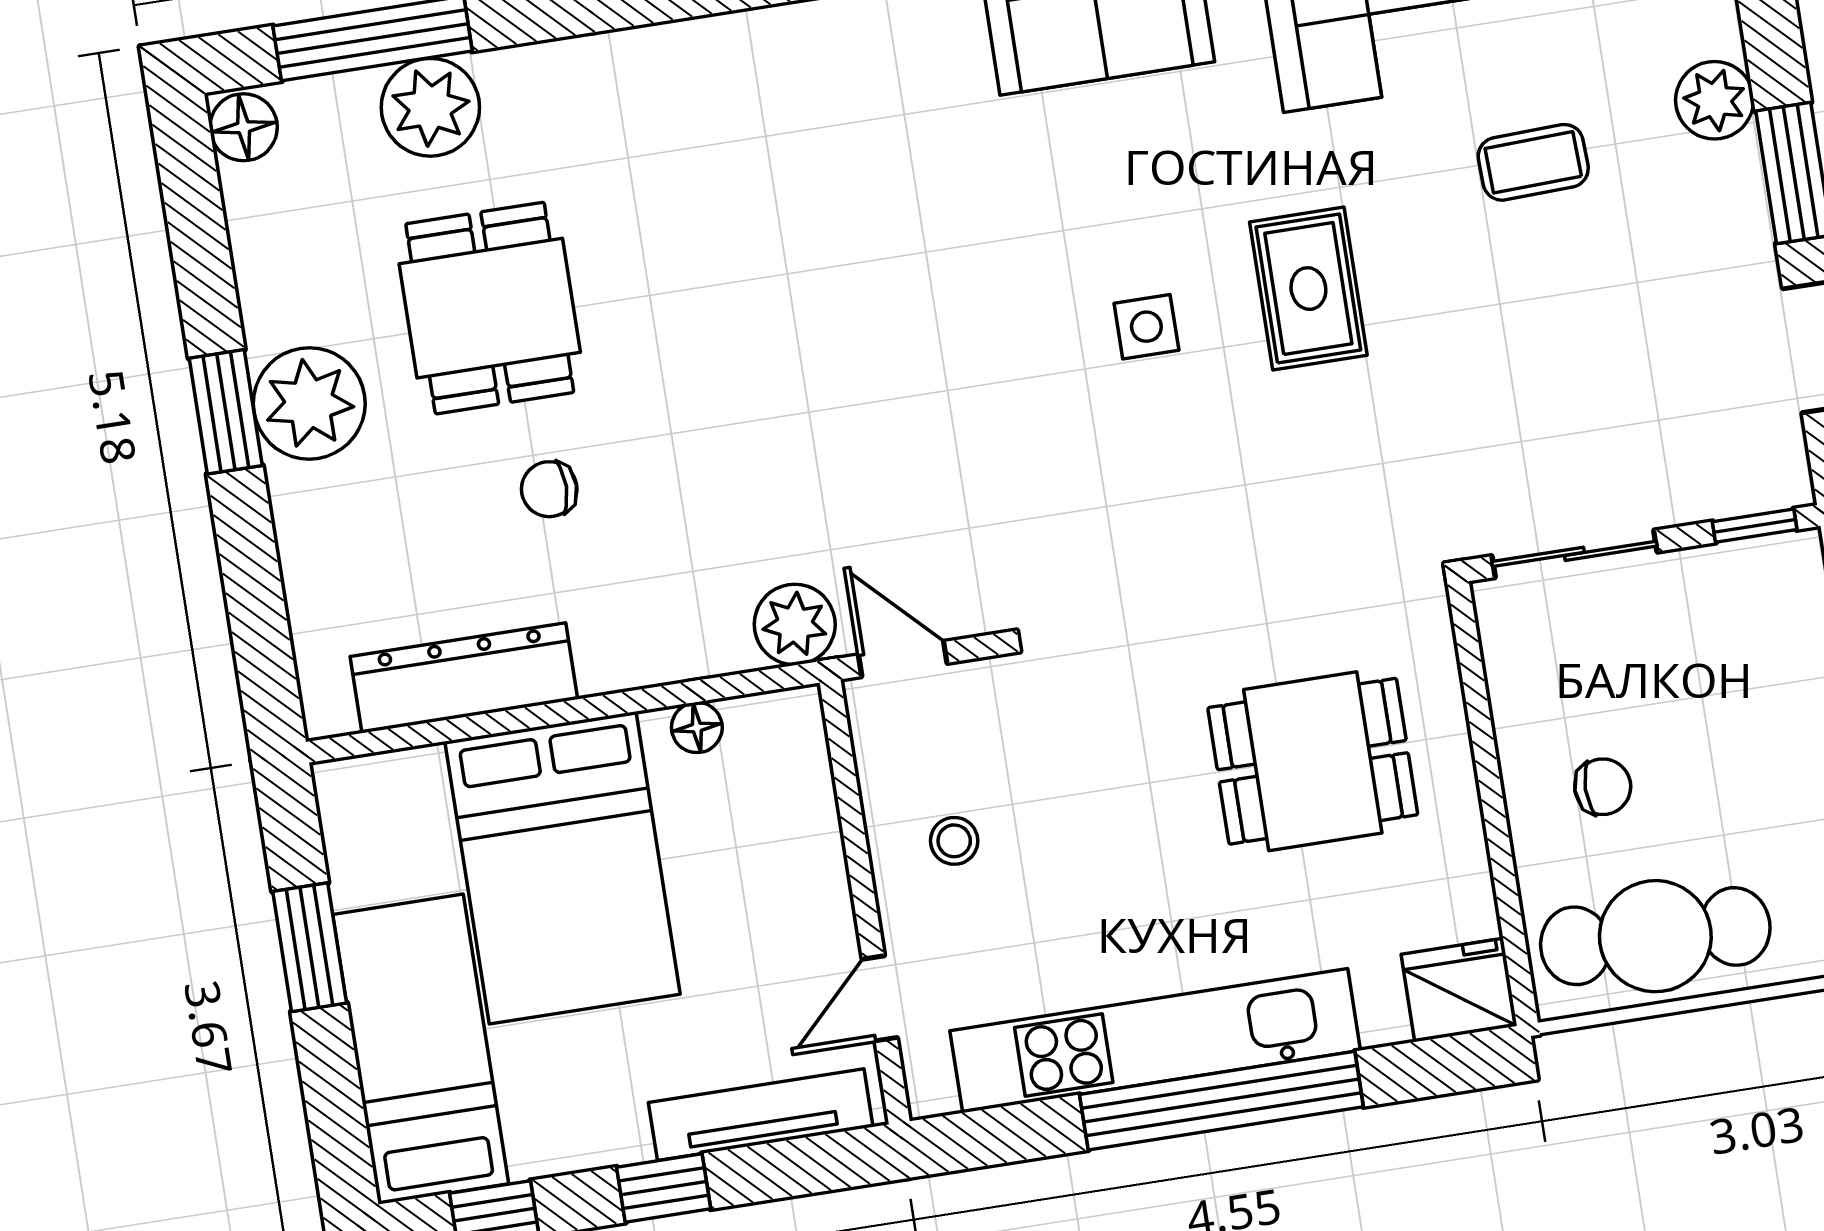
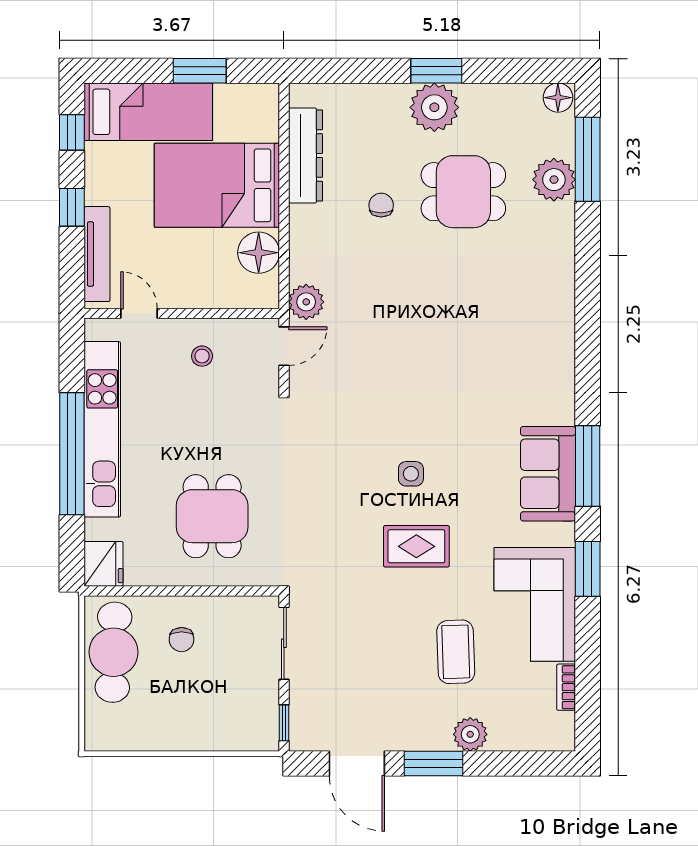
coffee table: (1533, 162) -> (456, 652), width x1.36, depth x1.30
floor lamp: (697, 727) -> (259, 253), width x1.89, depth x1.89

